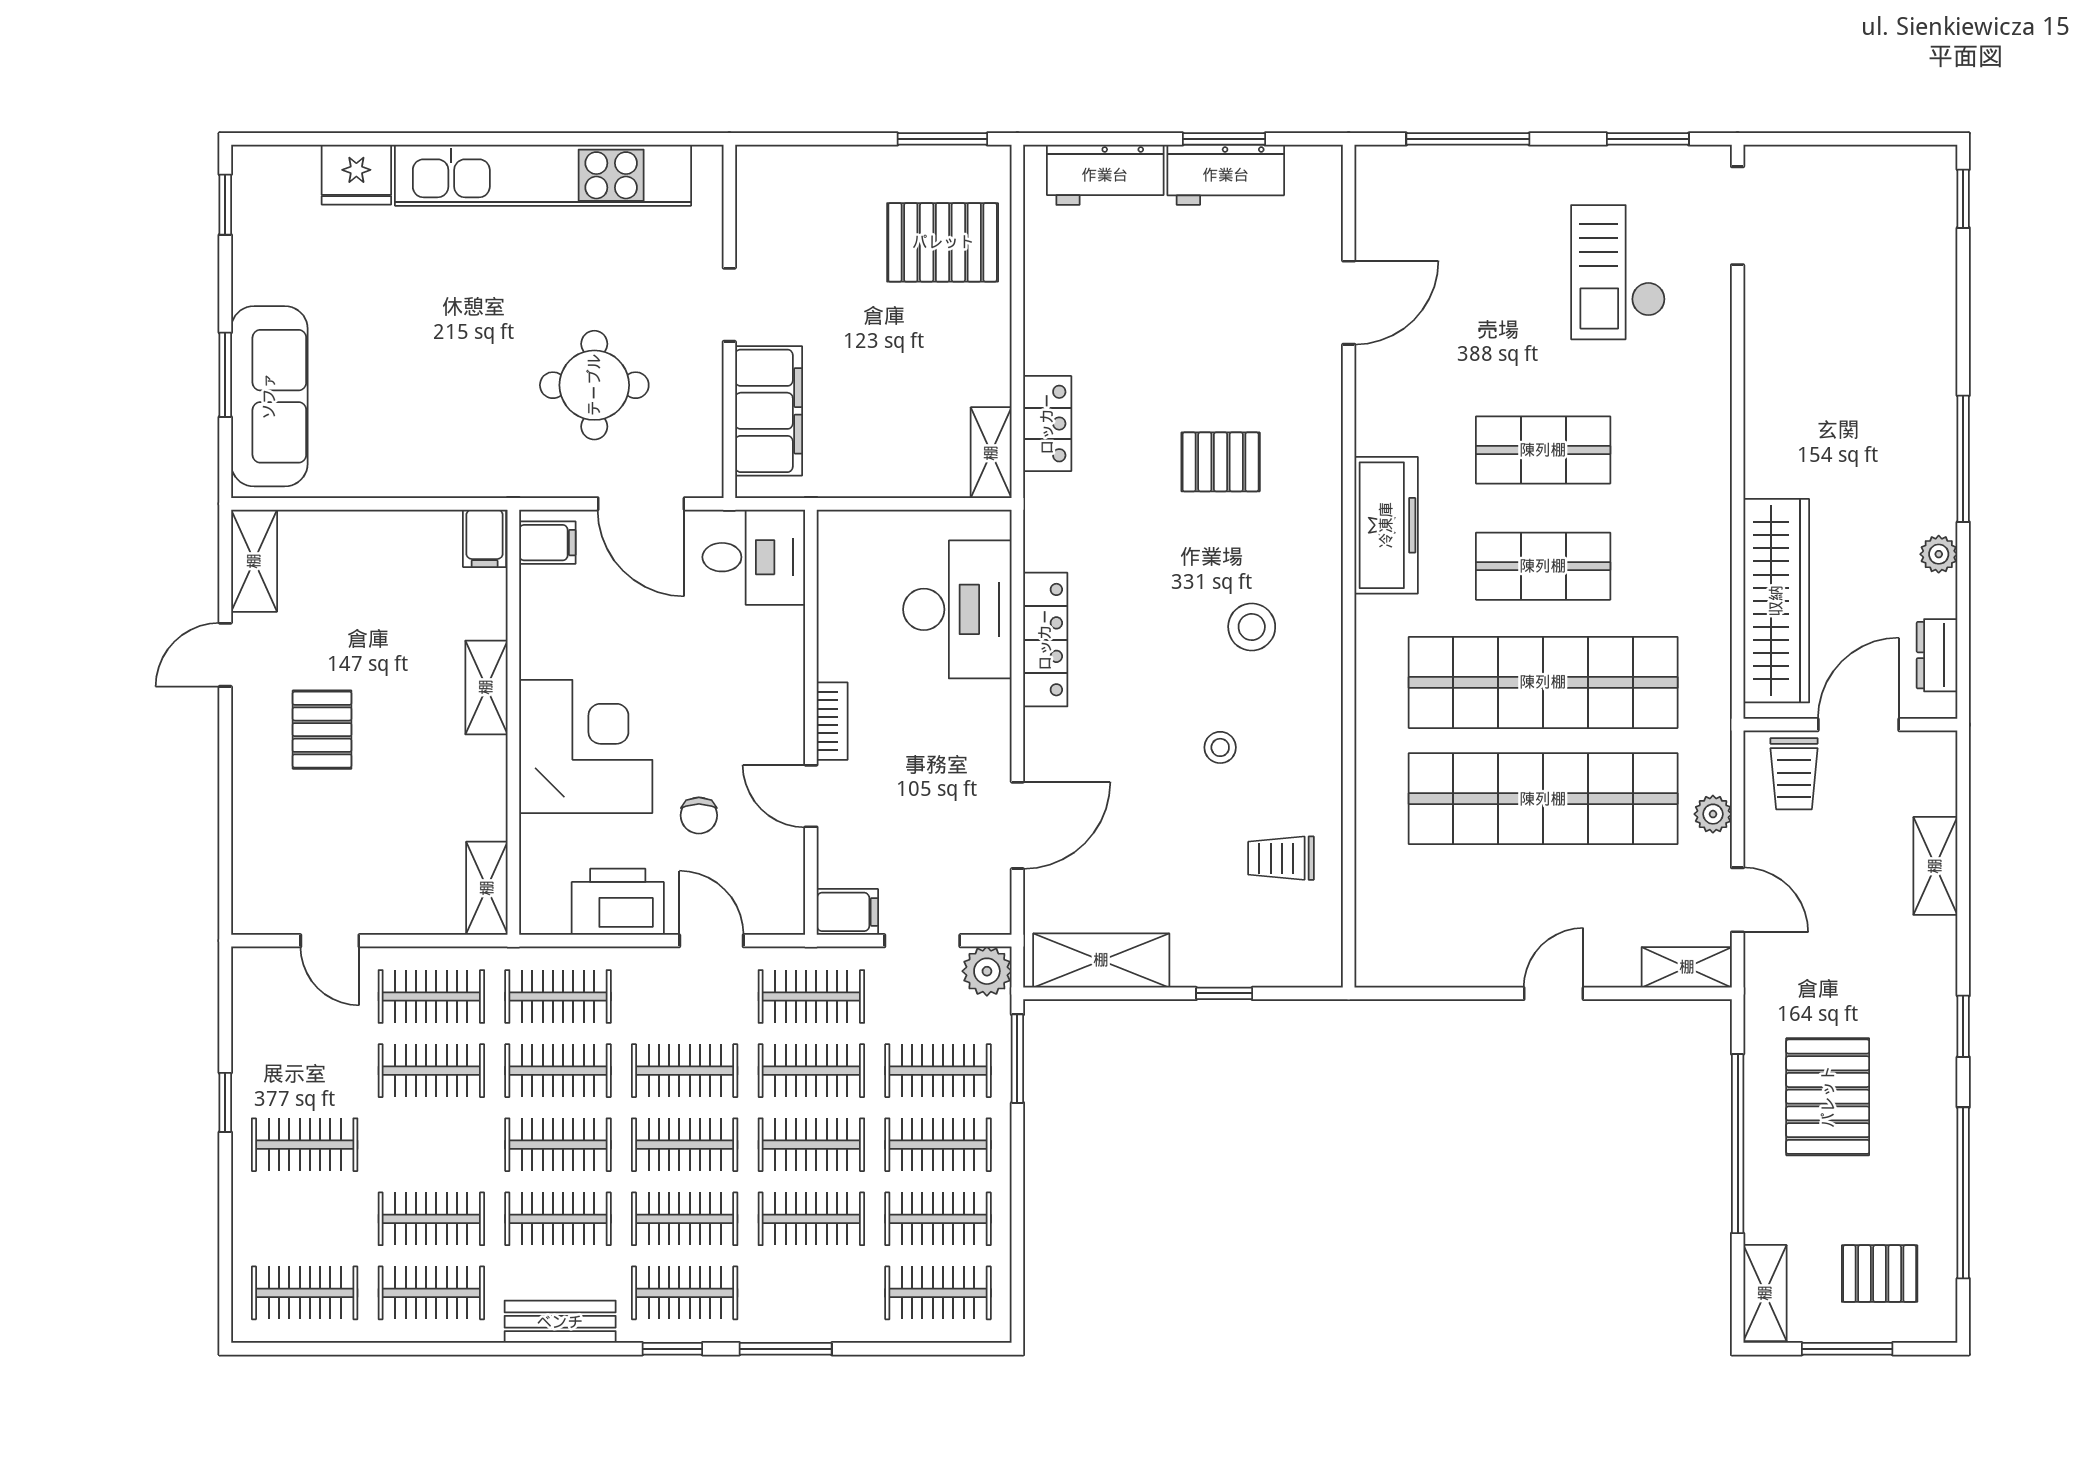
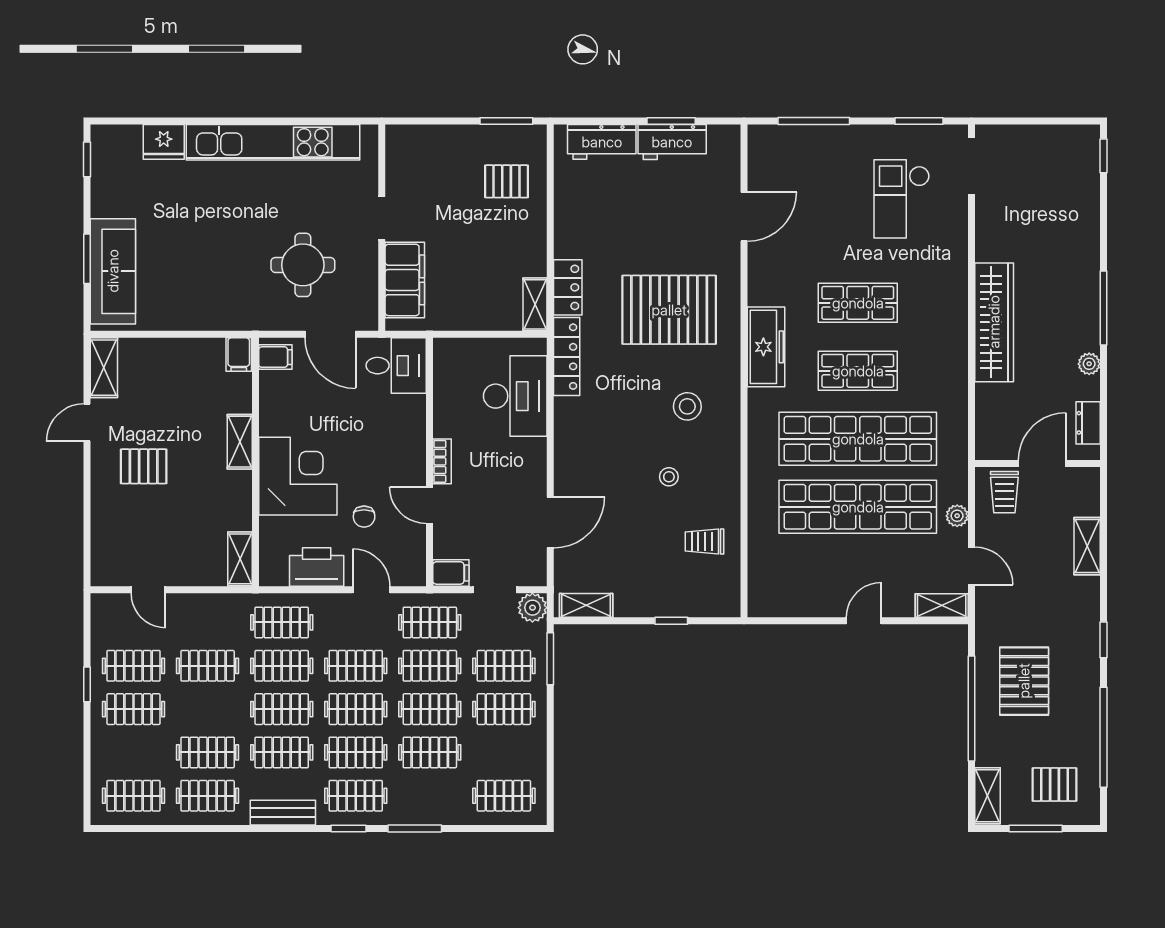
pallet: (943, 242) -> (507, 181), width x0.67, depth x0.71
pallet: (1221, 462) -> (669, 310), width x2.05, depth x2.00
wardrobe: (1776, 601) -> (994, 322), moved
locker: (1045, 640) -> (567, 357), moved
pallet: (322, 730) -> (144, 466), turned 90
shelving: (1101, 960) -> (586, 605), width x0.67, depth x0.75
clothes rail: (431, 997) -> (134, 666), moved
clothes rail: (938, 1219) -> (504, 752), removed

